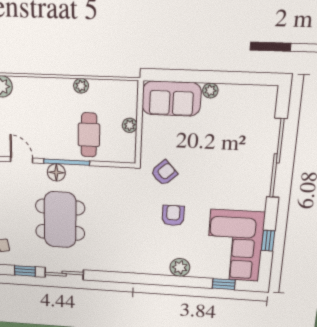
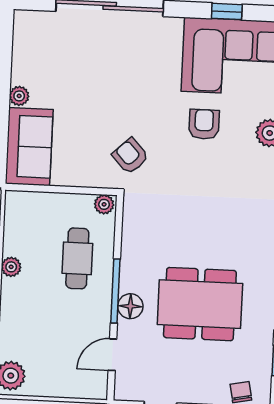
plant: (130, 125) -> (104, 204), moved
cafe table: (89, 135) -> (77, 258), turned 90
armchair: (173, 216) -> (204, 124), moved, turned 90

